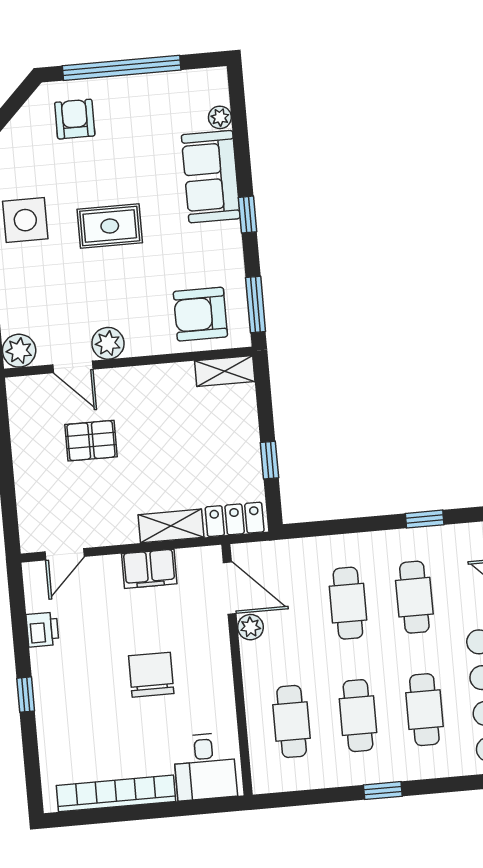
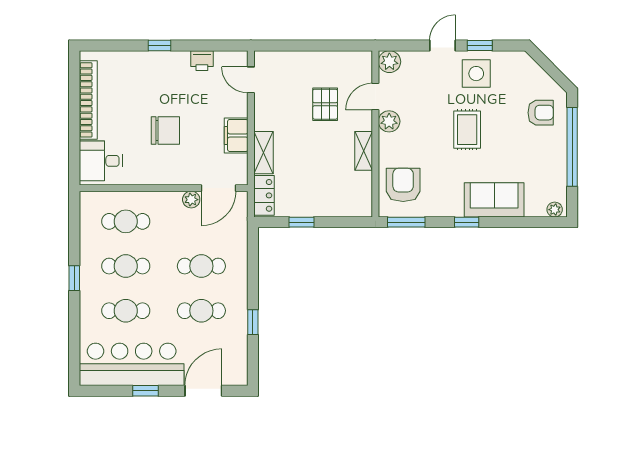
plant: (220, 117) -> (555, 210), moved
shelving: (225, 371) -> (364, 151), moved

